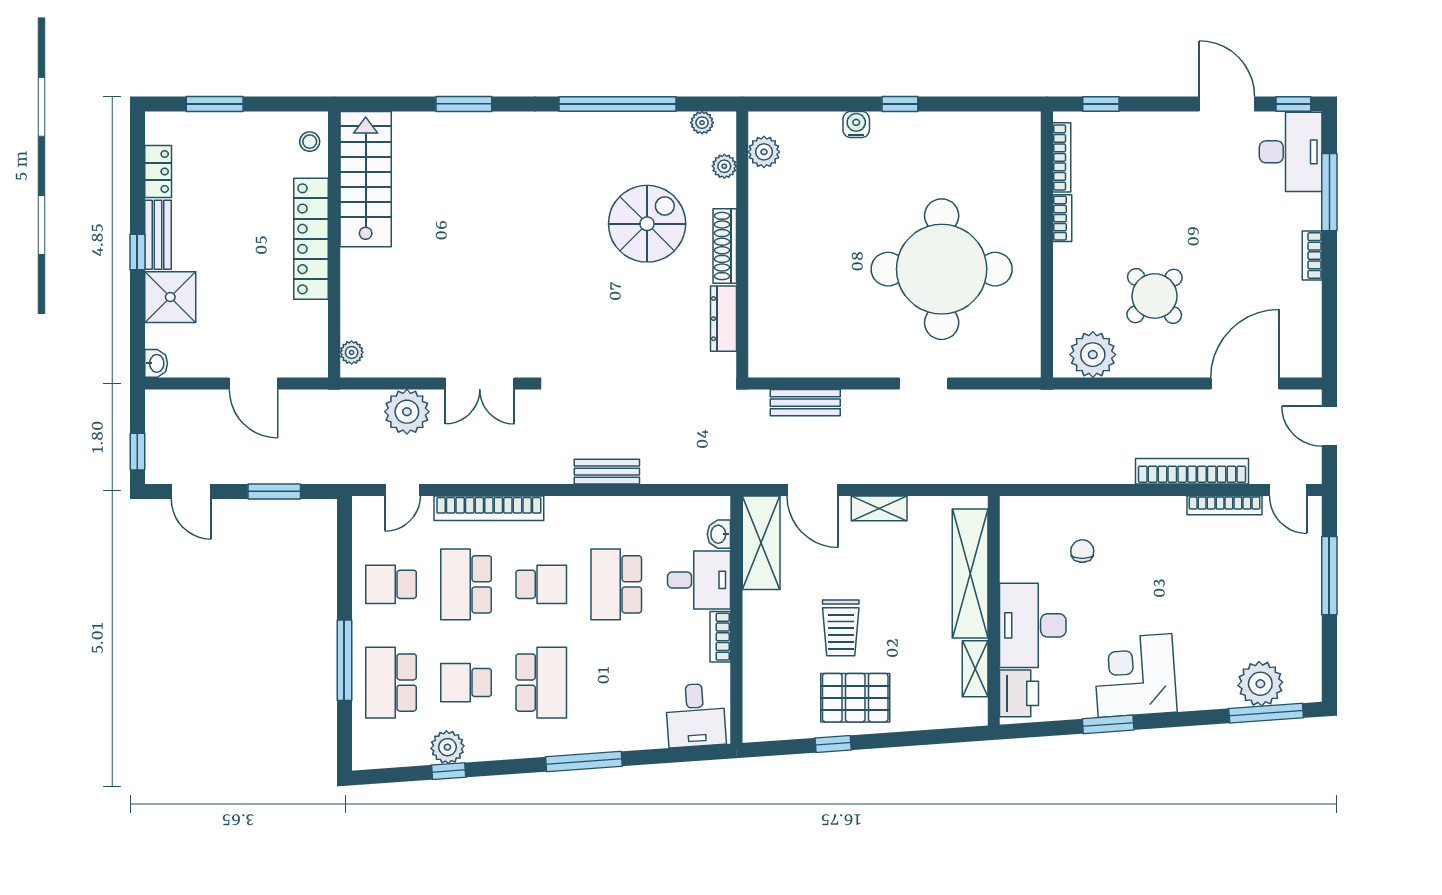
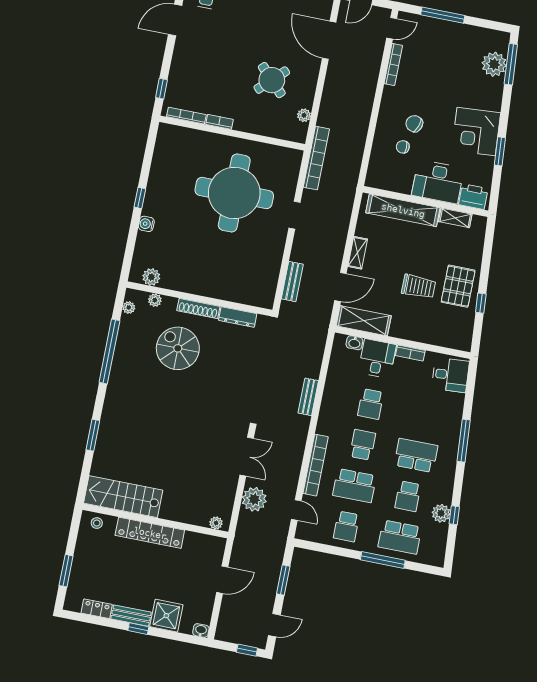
plant: (1093, 355) -> (304, 115), width x0.53, depth x0.53
bookcase: (1192, 471) -> (316, 158), moved, turned 180
chair: (1127, 563) -> (414, 124), added
school desk: (616, 584) -> (371, 404), width x0.54

